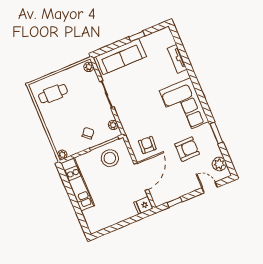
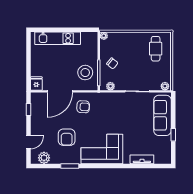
door: (141, 177) -> (60, 91), hinge flipped
kitchen unit: (78, 184) -> (58, 38), moved

